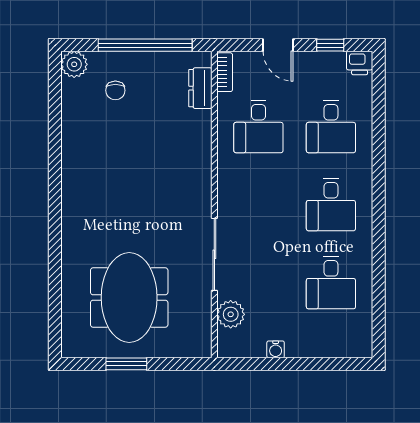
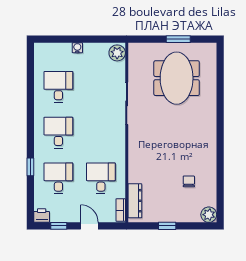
window: (145, 45) -> (167, 226), width x0.32
dresser: (200, 88) -> (135, 201), width x1.44
chair: (115, 90) -> (189, 181), moved
window: (379, 146) -> (30, 167), added
plant: (231, 314) -> (117, 53), moved
water cooler: (276, 349) -> (77, 48), moved

